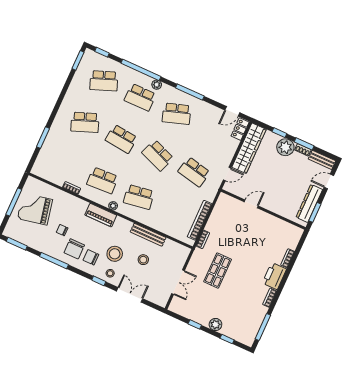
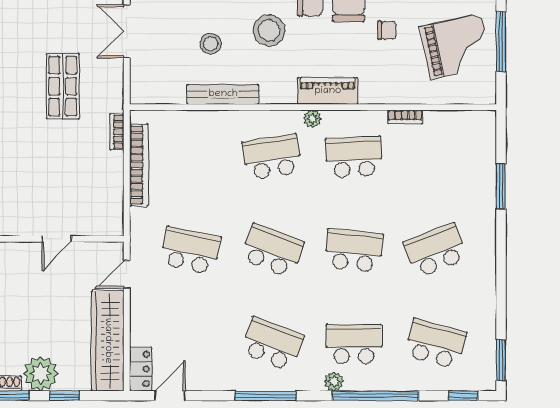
school desk: (104, 81) -> (436, 344), turned 36
school desk: (177, 114) -> (272, 344), turned 39

